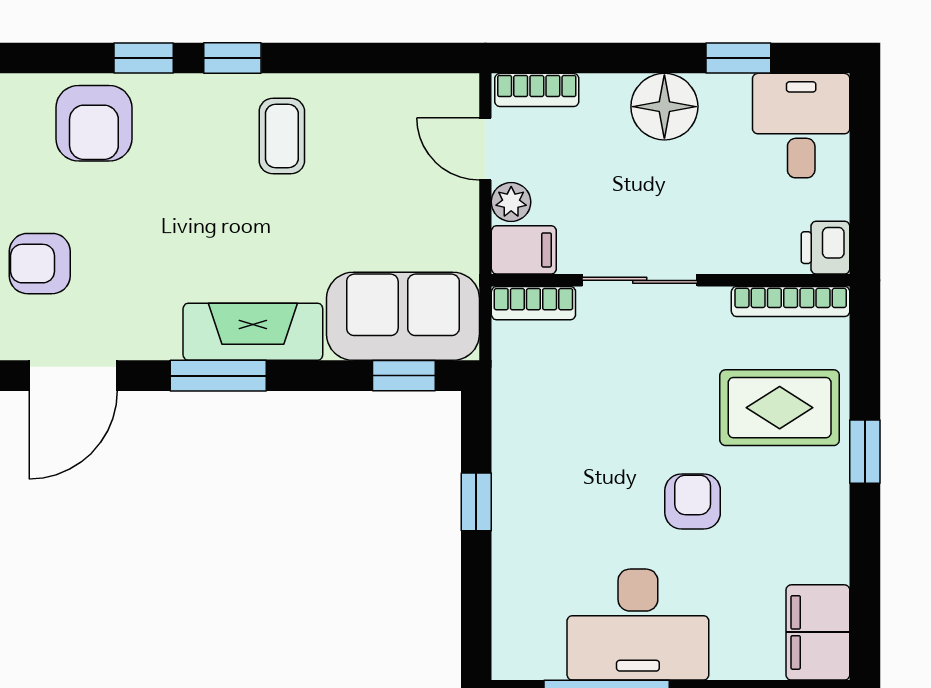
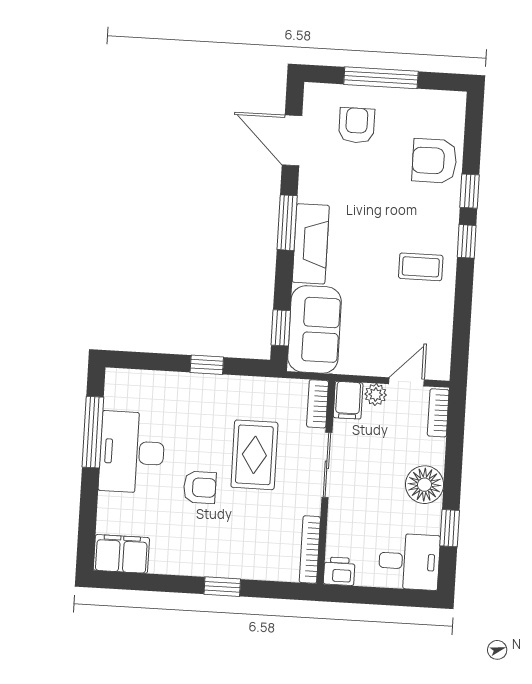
rug: (780, 408) -> (254, 455), moved

